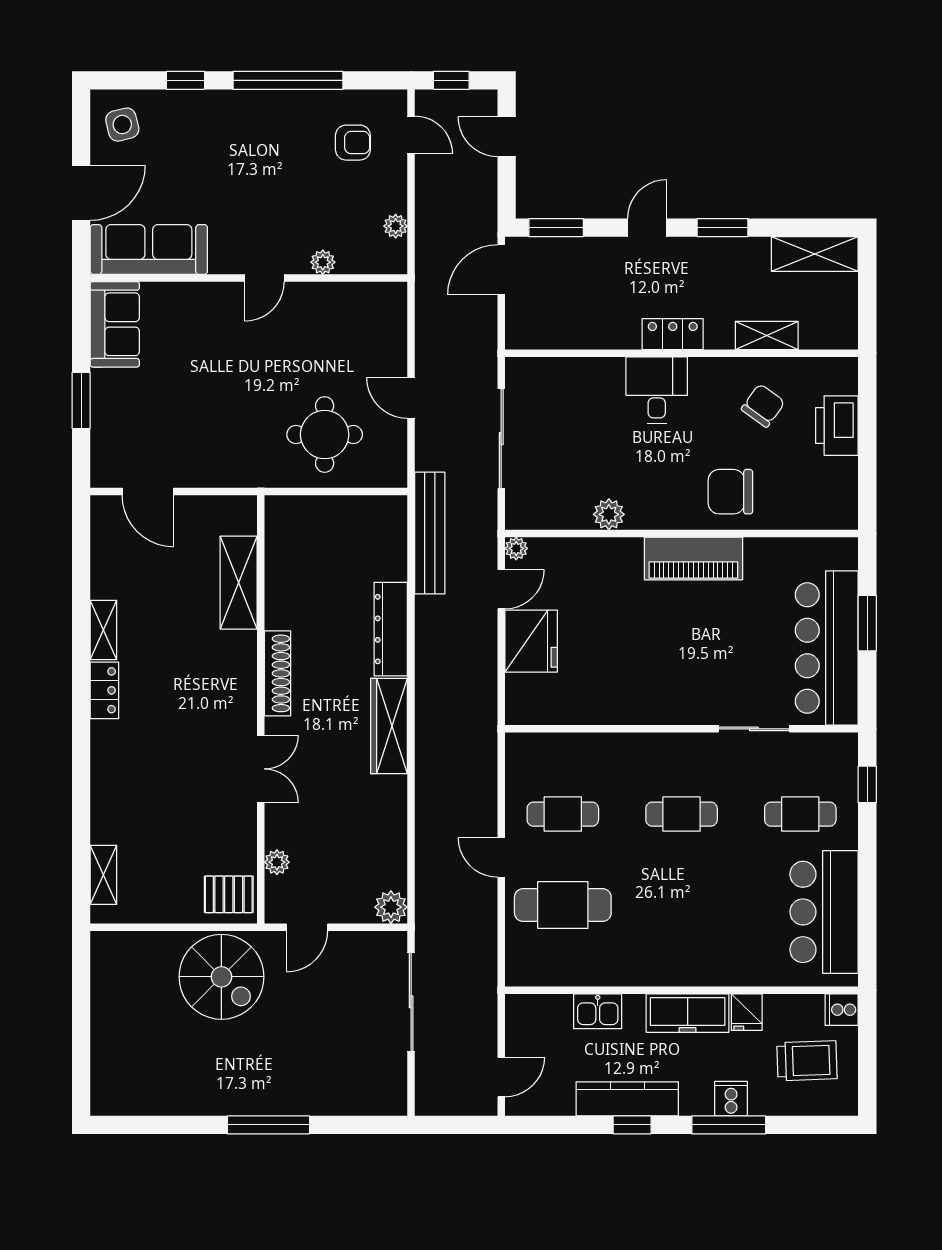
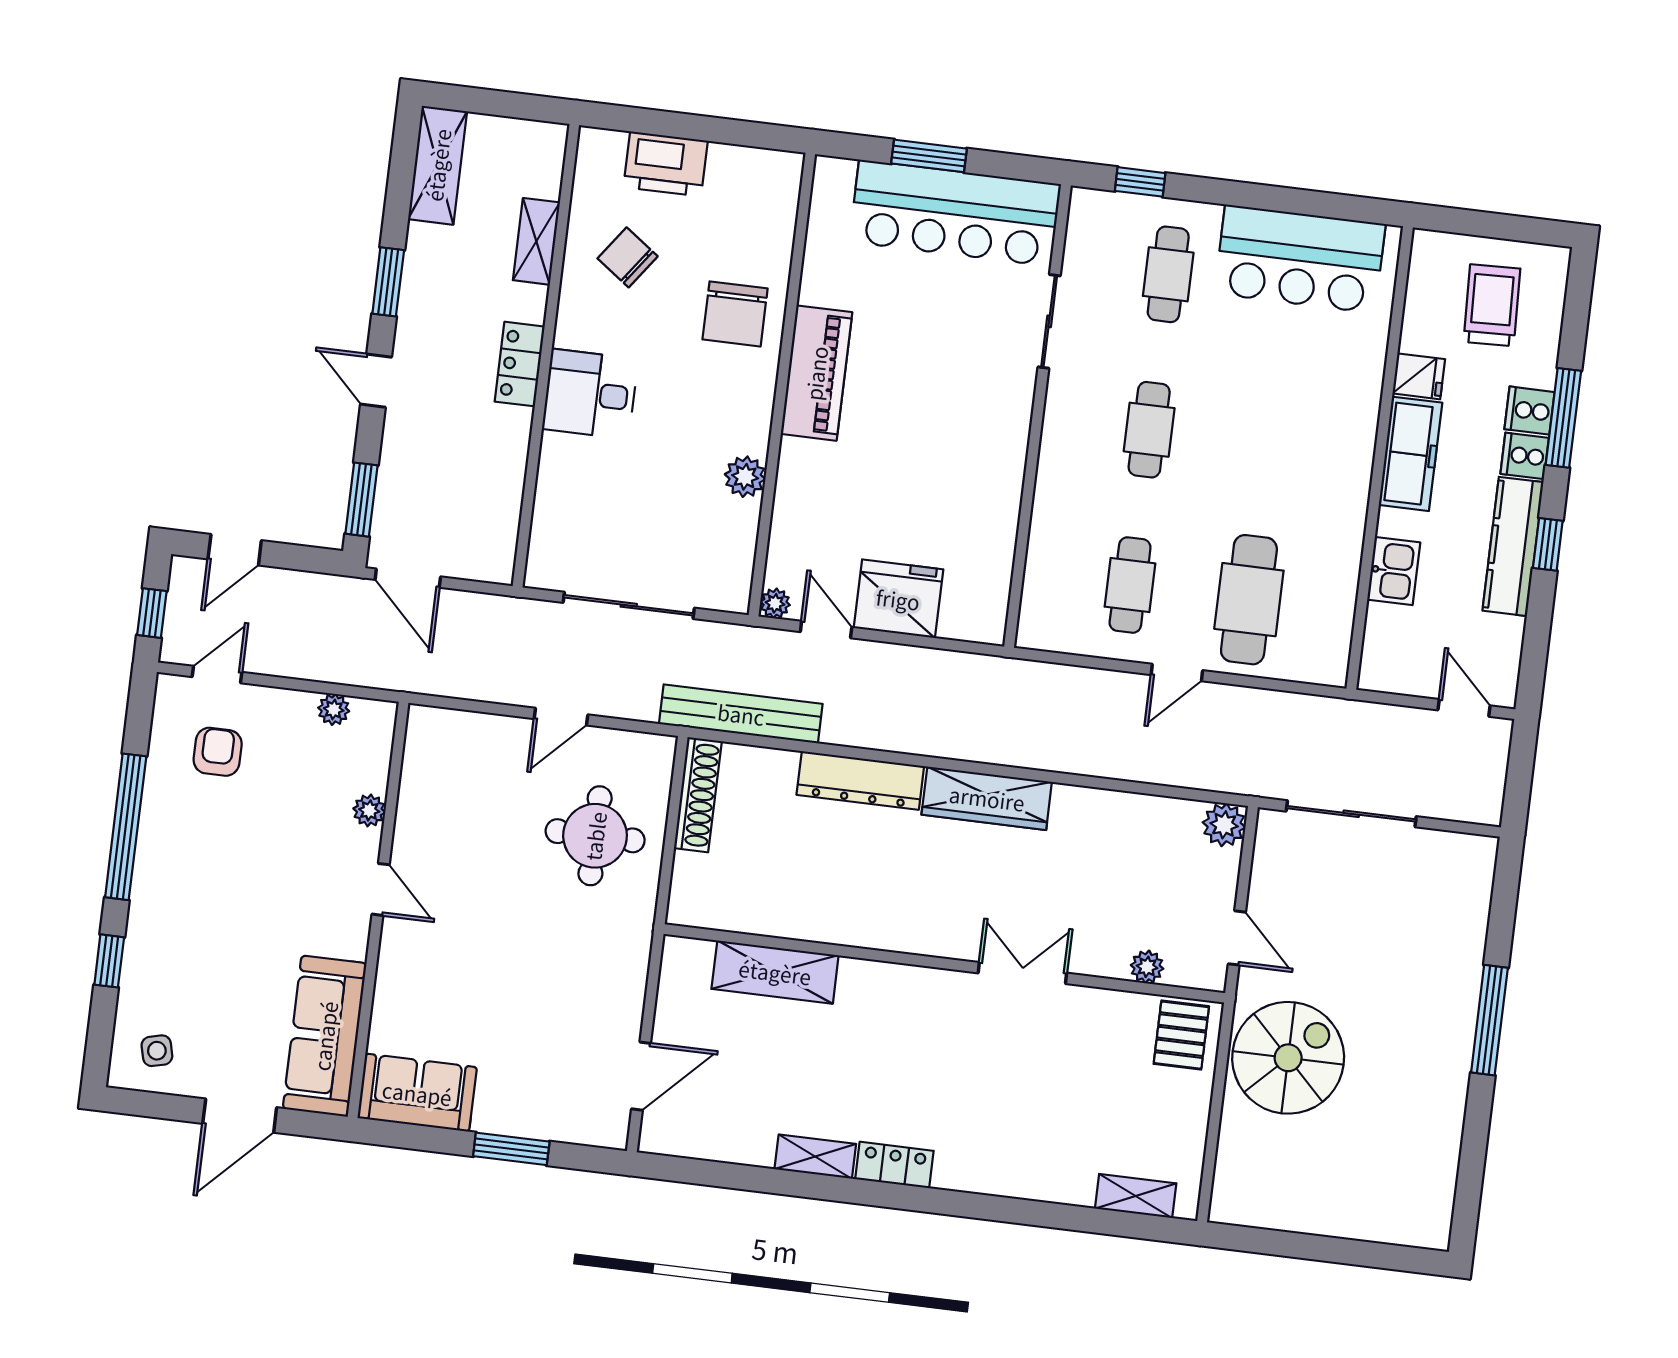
side table: (122, 125) -> (157, 1051), width x0.73, depth x0.73
door: (81, 193) -> (240, 1116), swing flipped
shoe rack: (278, 673) -> (698, 795), moved, turned 90
cooker: (842, 1010) -> (1525, 456), moved, turned 90

